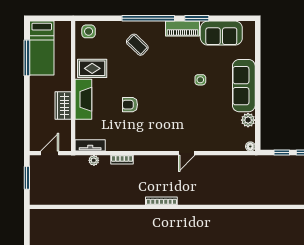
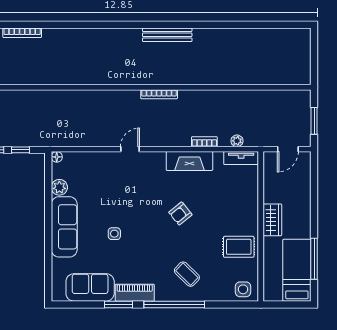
fireplace: (83, 99) -> (189, 161), moved, turned -90
armchair: (130, 105) -> (180, 214), moved, turned 141
wardrobe: (63, 106) -> (272, 220), moved

